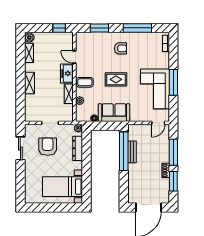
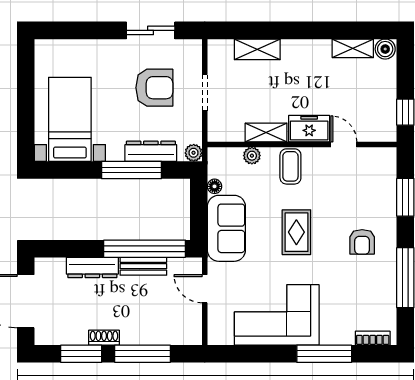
door: (74, 57) -> (344, 144), hinge flipped
window: (173, 82) -> (324, 354), moved
shelving: (29, 83) -> (257, 49), moved
door: (158, 123) -> (205, 289), moved
window: (86, 157) -> (131, 170), added
dresser: (133, 176) -> (92, 268), added

